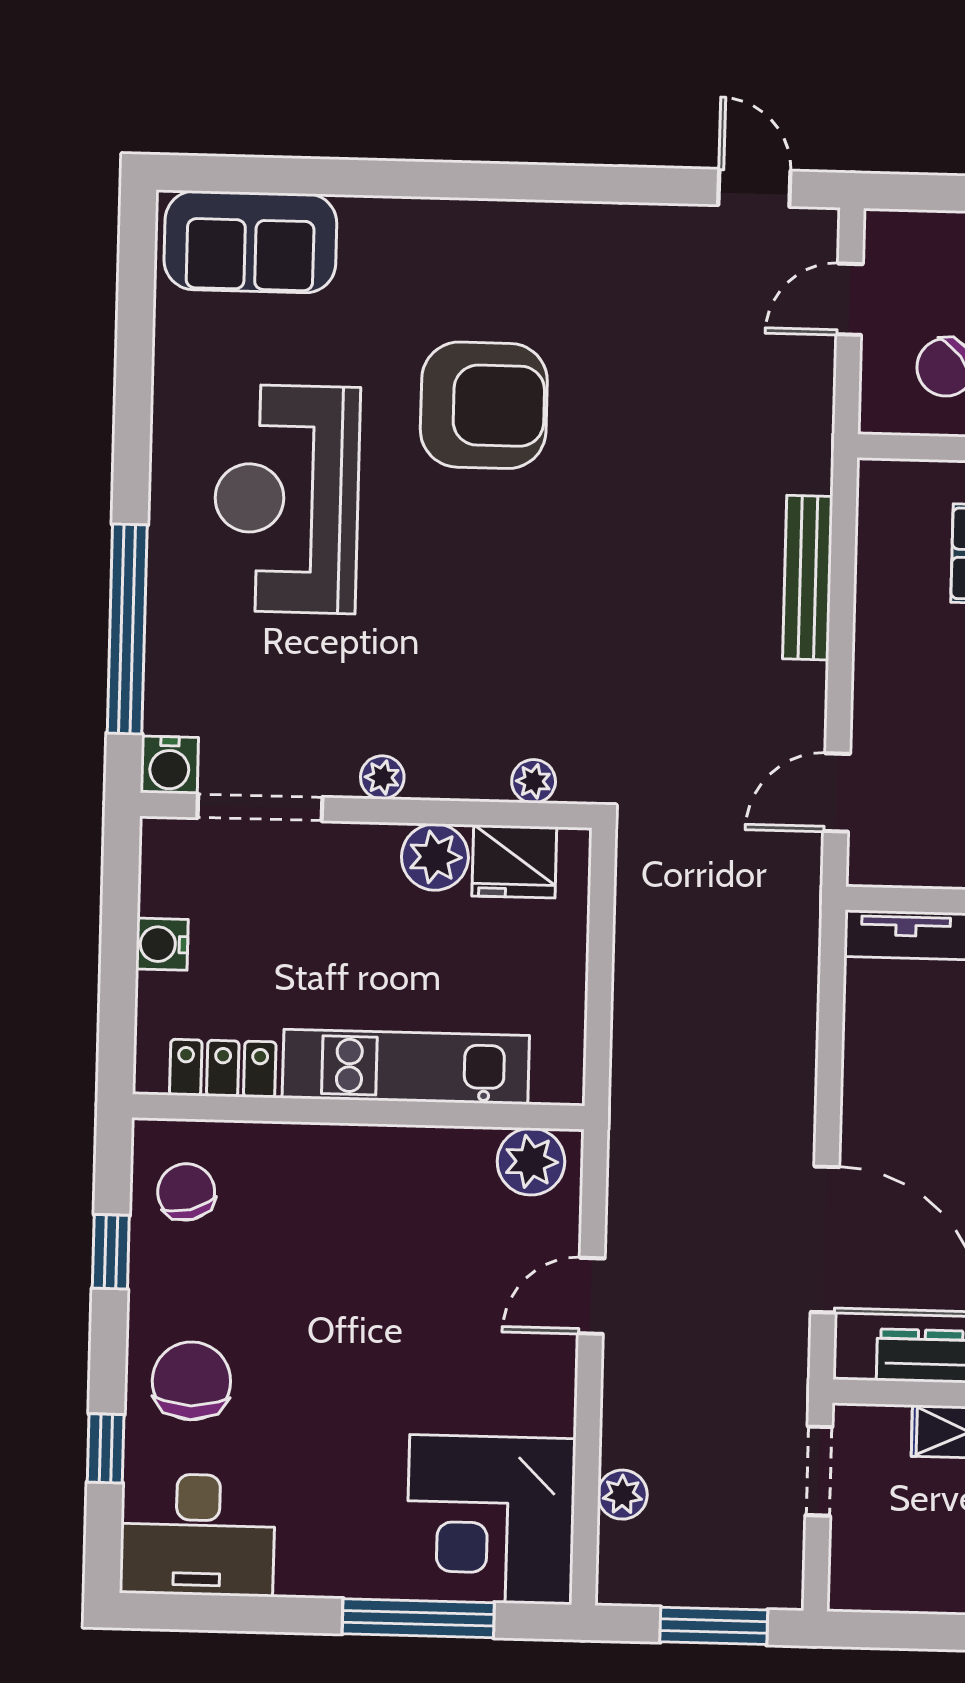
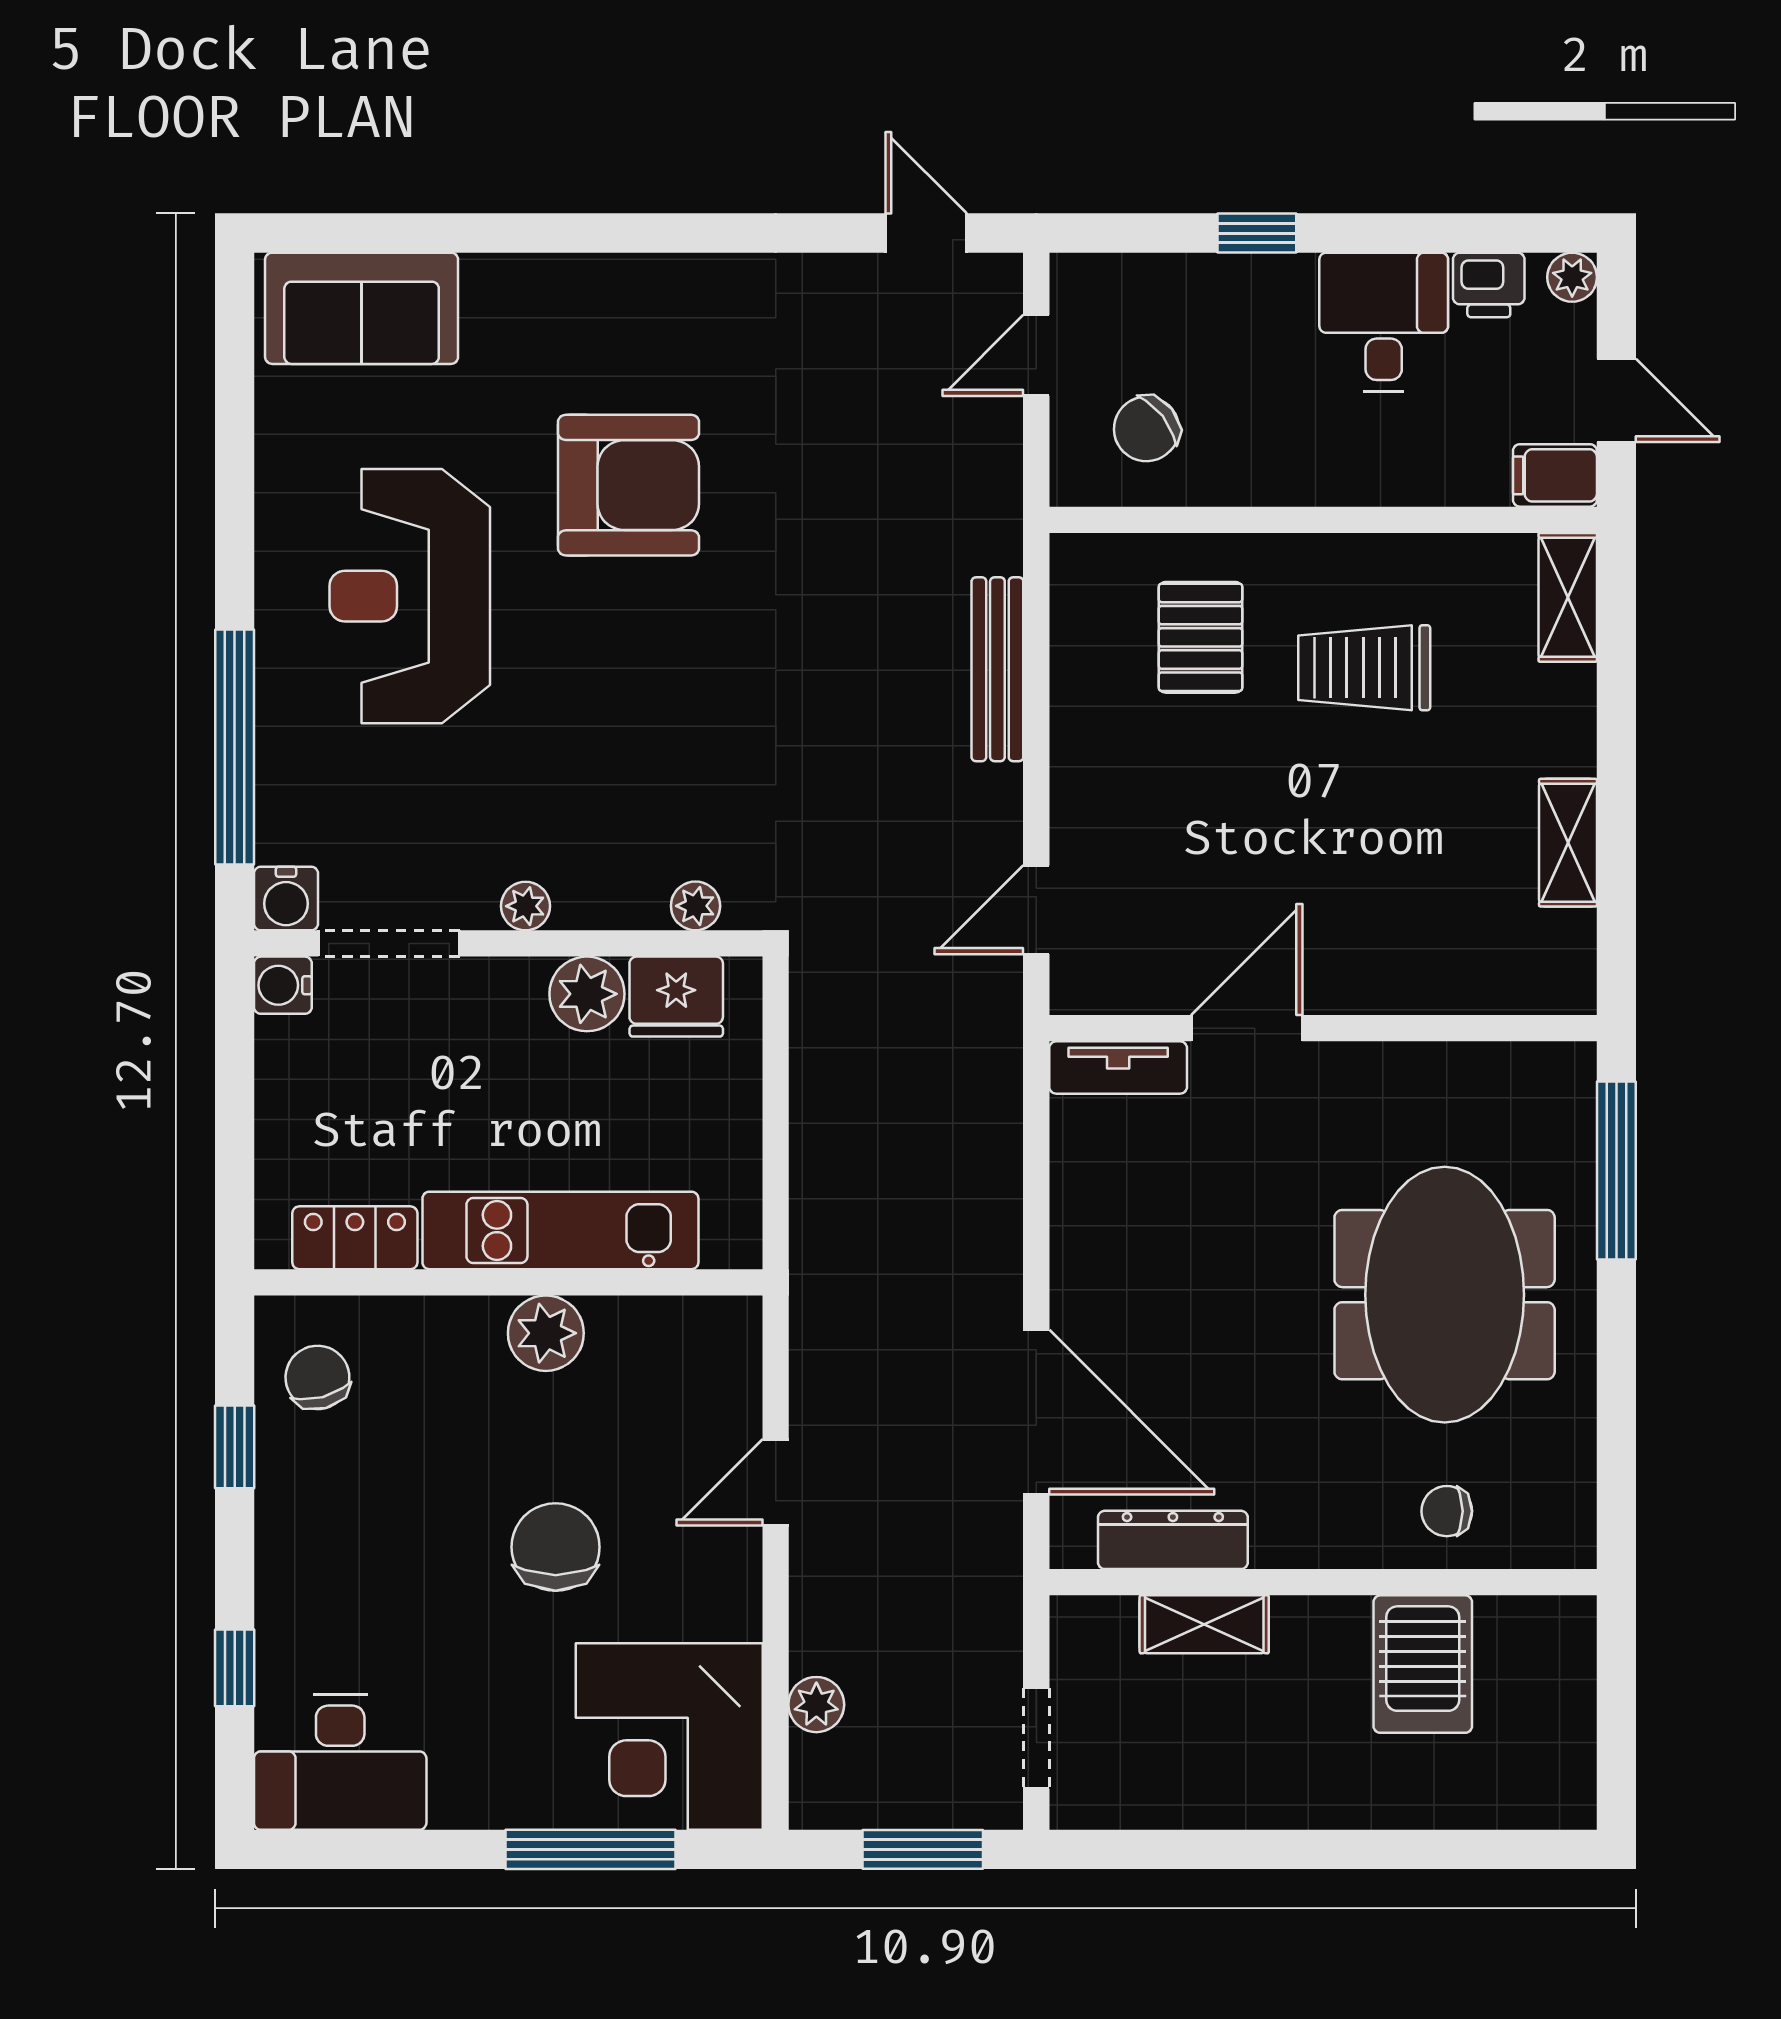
water cooler: (162, 944) -> (283, 985), moved
plant: (531, 1162) -> (546, 1333), moved
chair: (191, 1381) -> (556, 1547), moved
doorway: (819, 1471) -> (1036, 1738), moved

